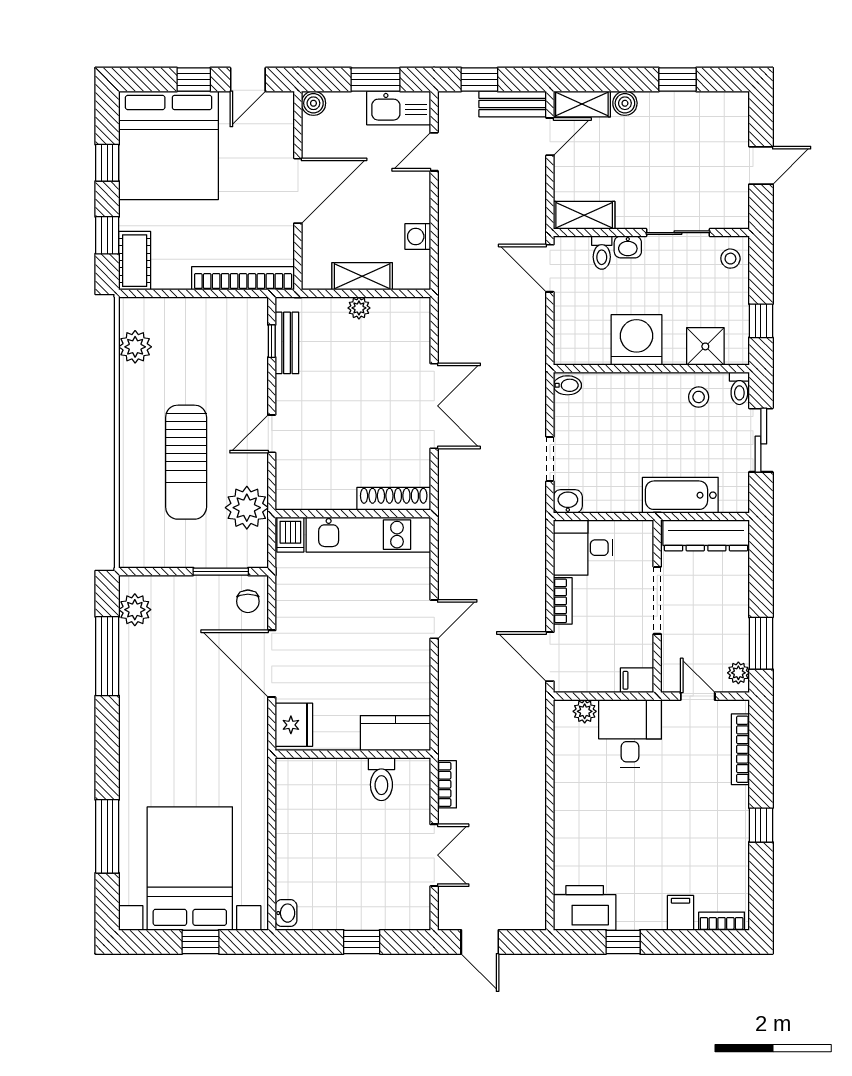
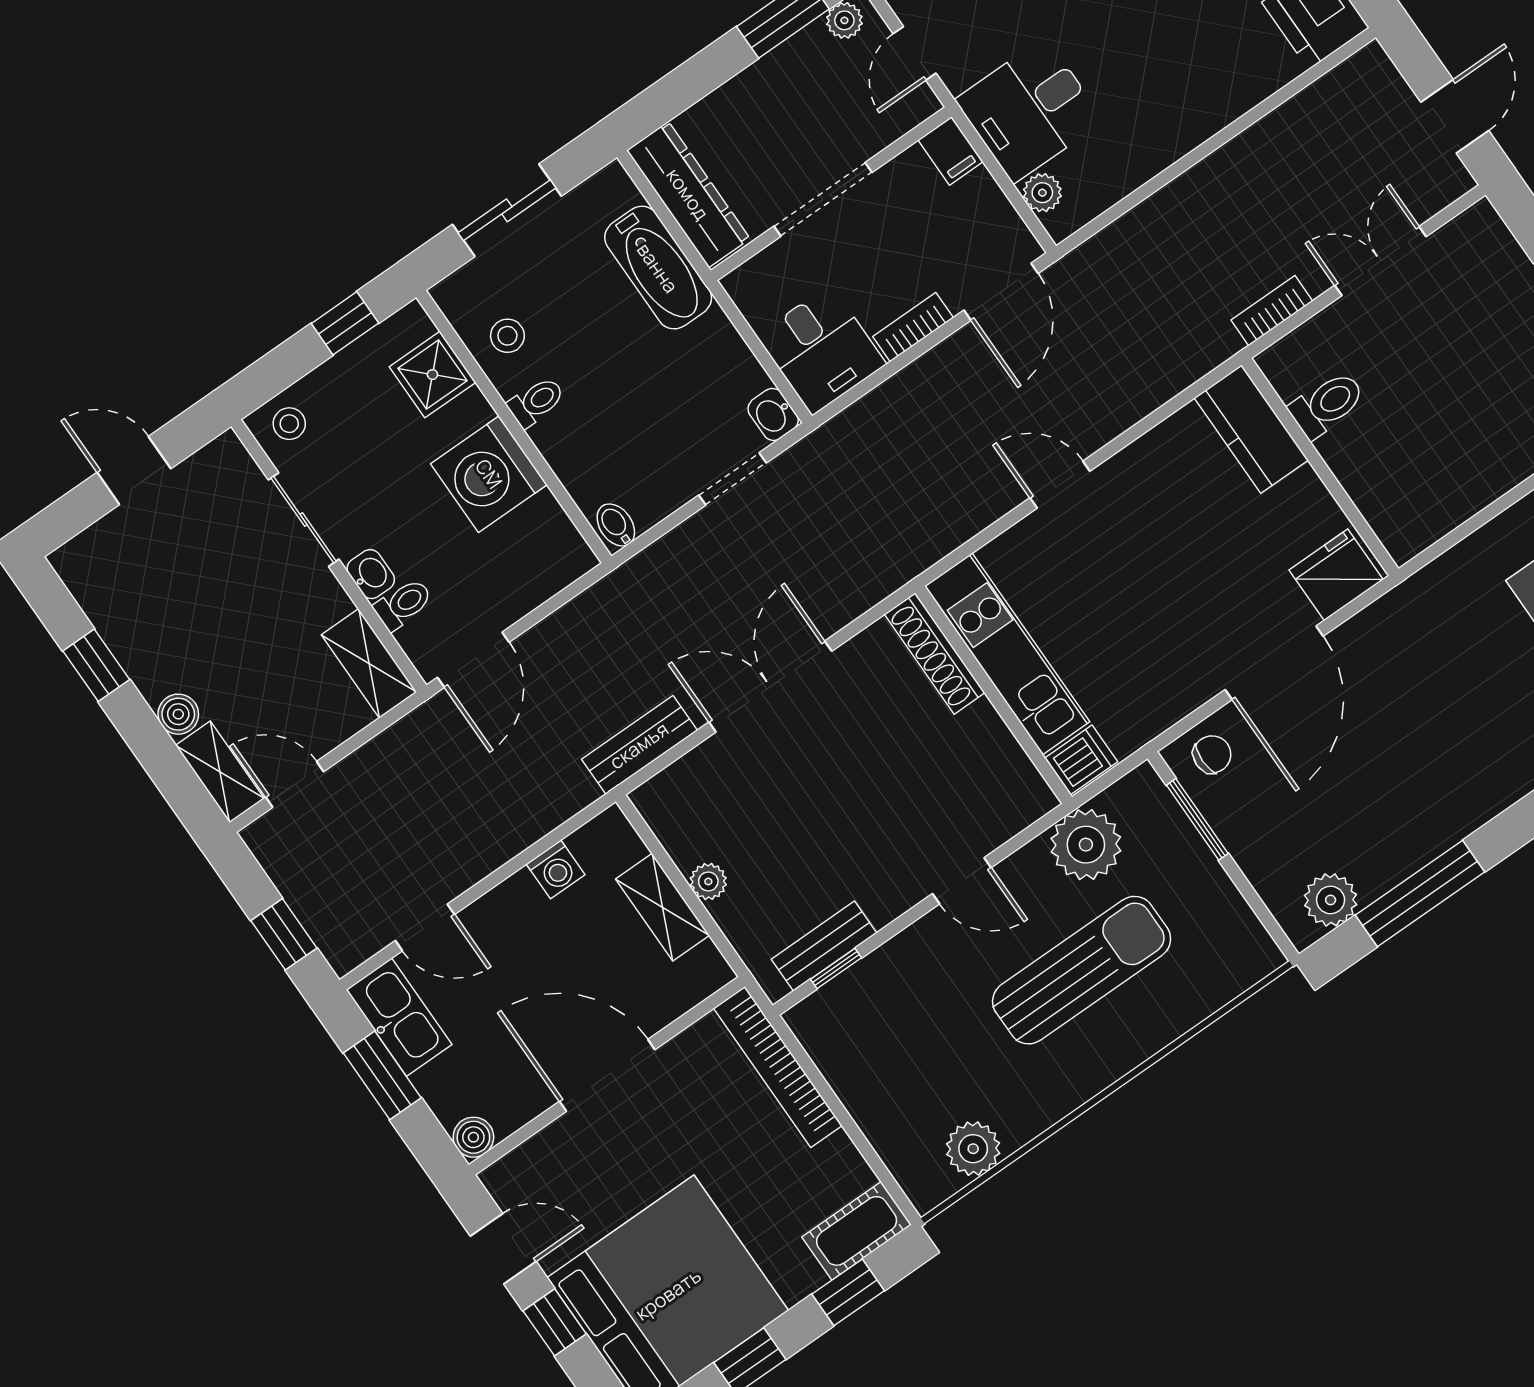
bench: (513, 104) -> (639, 745), moved, turned 90
toilet: (739, 388) -> (536, 402), moved

